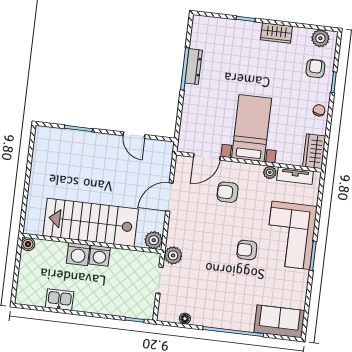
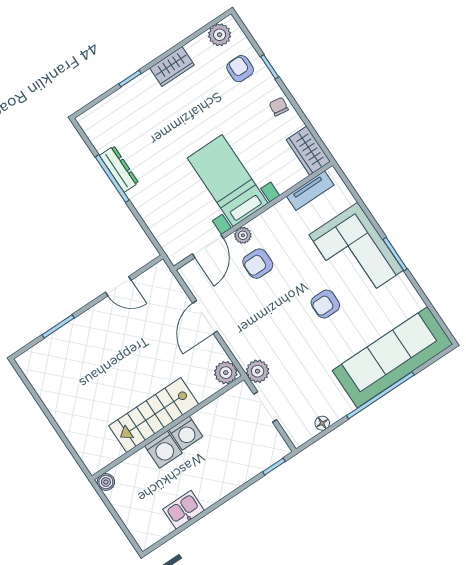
plant: (270, 172) -> (243, 235), moved
stairs: (91, 222) -> (154, 415), width x0.73, depth x0.66
sofa: (279, 321) -> (392, 357), width x1.85, depth x1.27

